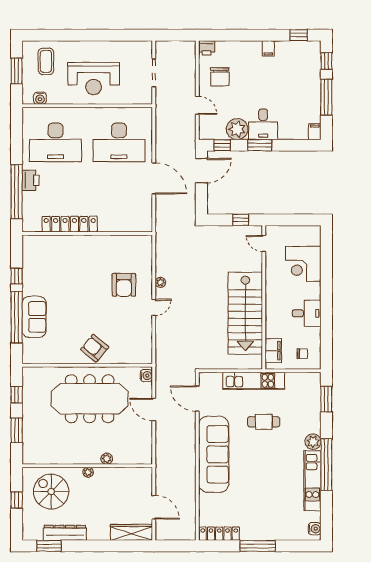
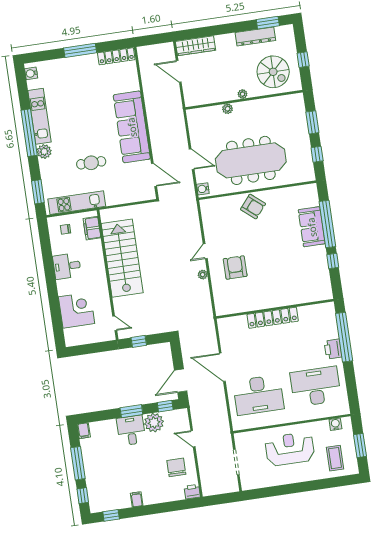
desk: (119, 142) -> (258, 395), turned 180
locker: (70, 224) -> (273, 318), moved
kitchen unit: (254, 381) -> (77, 203), moved

